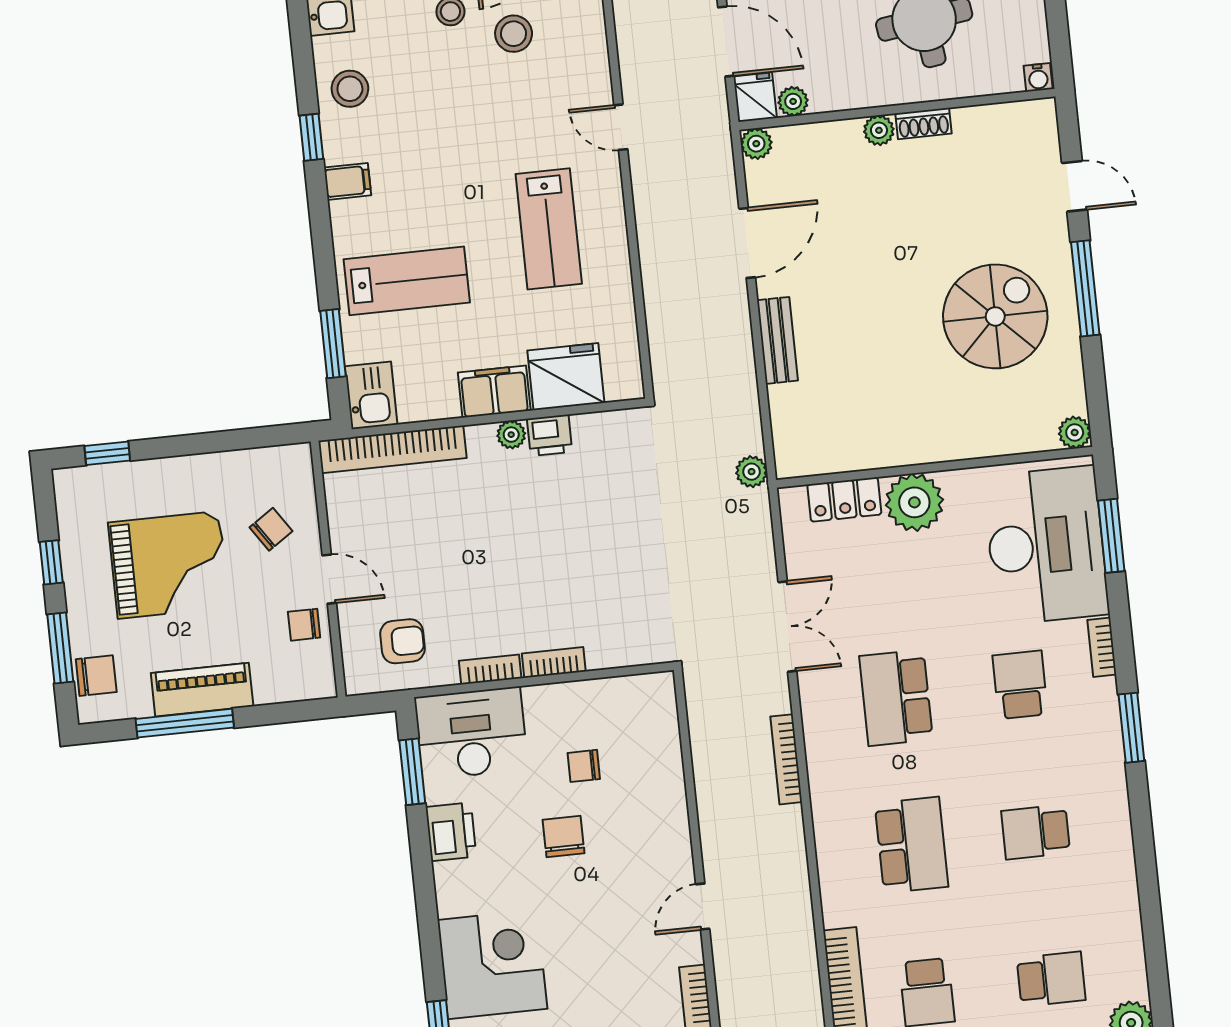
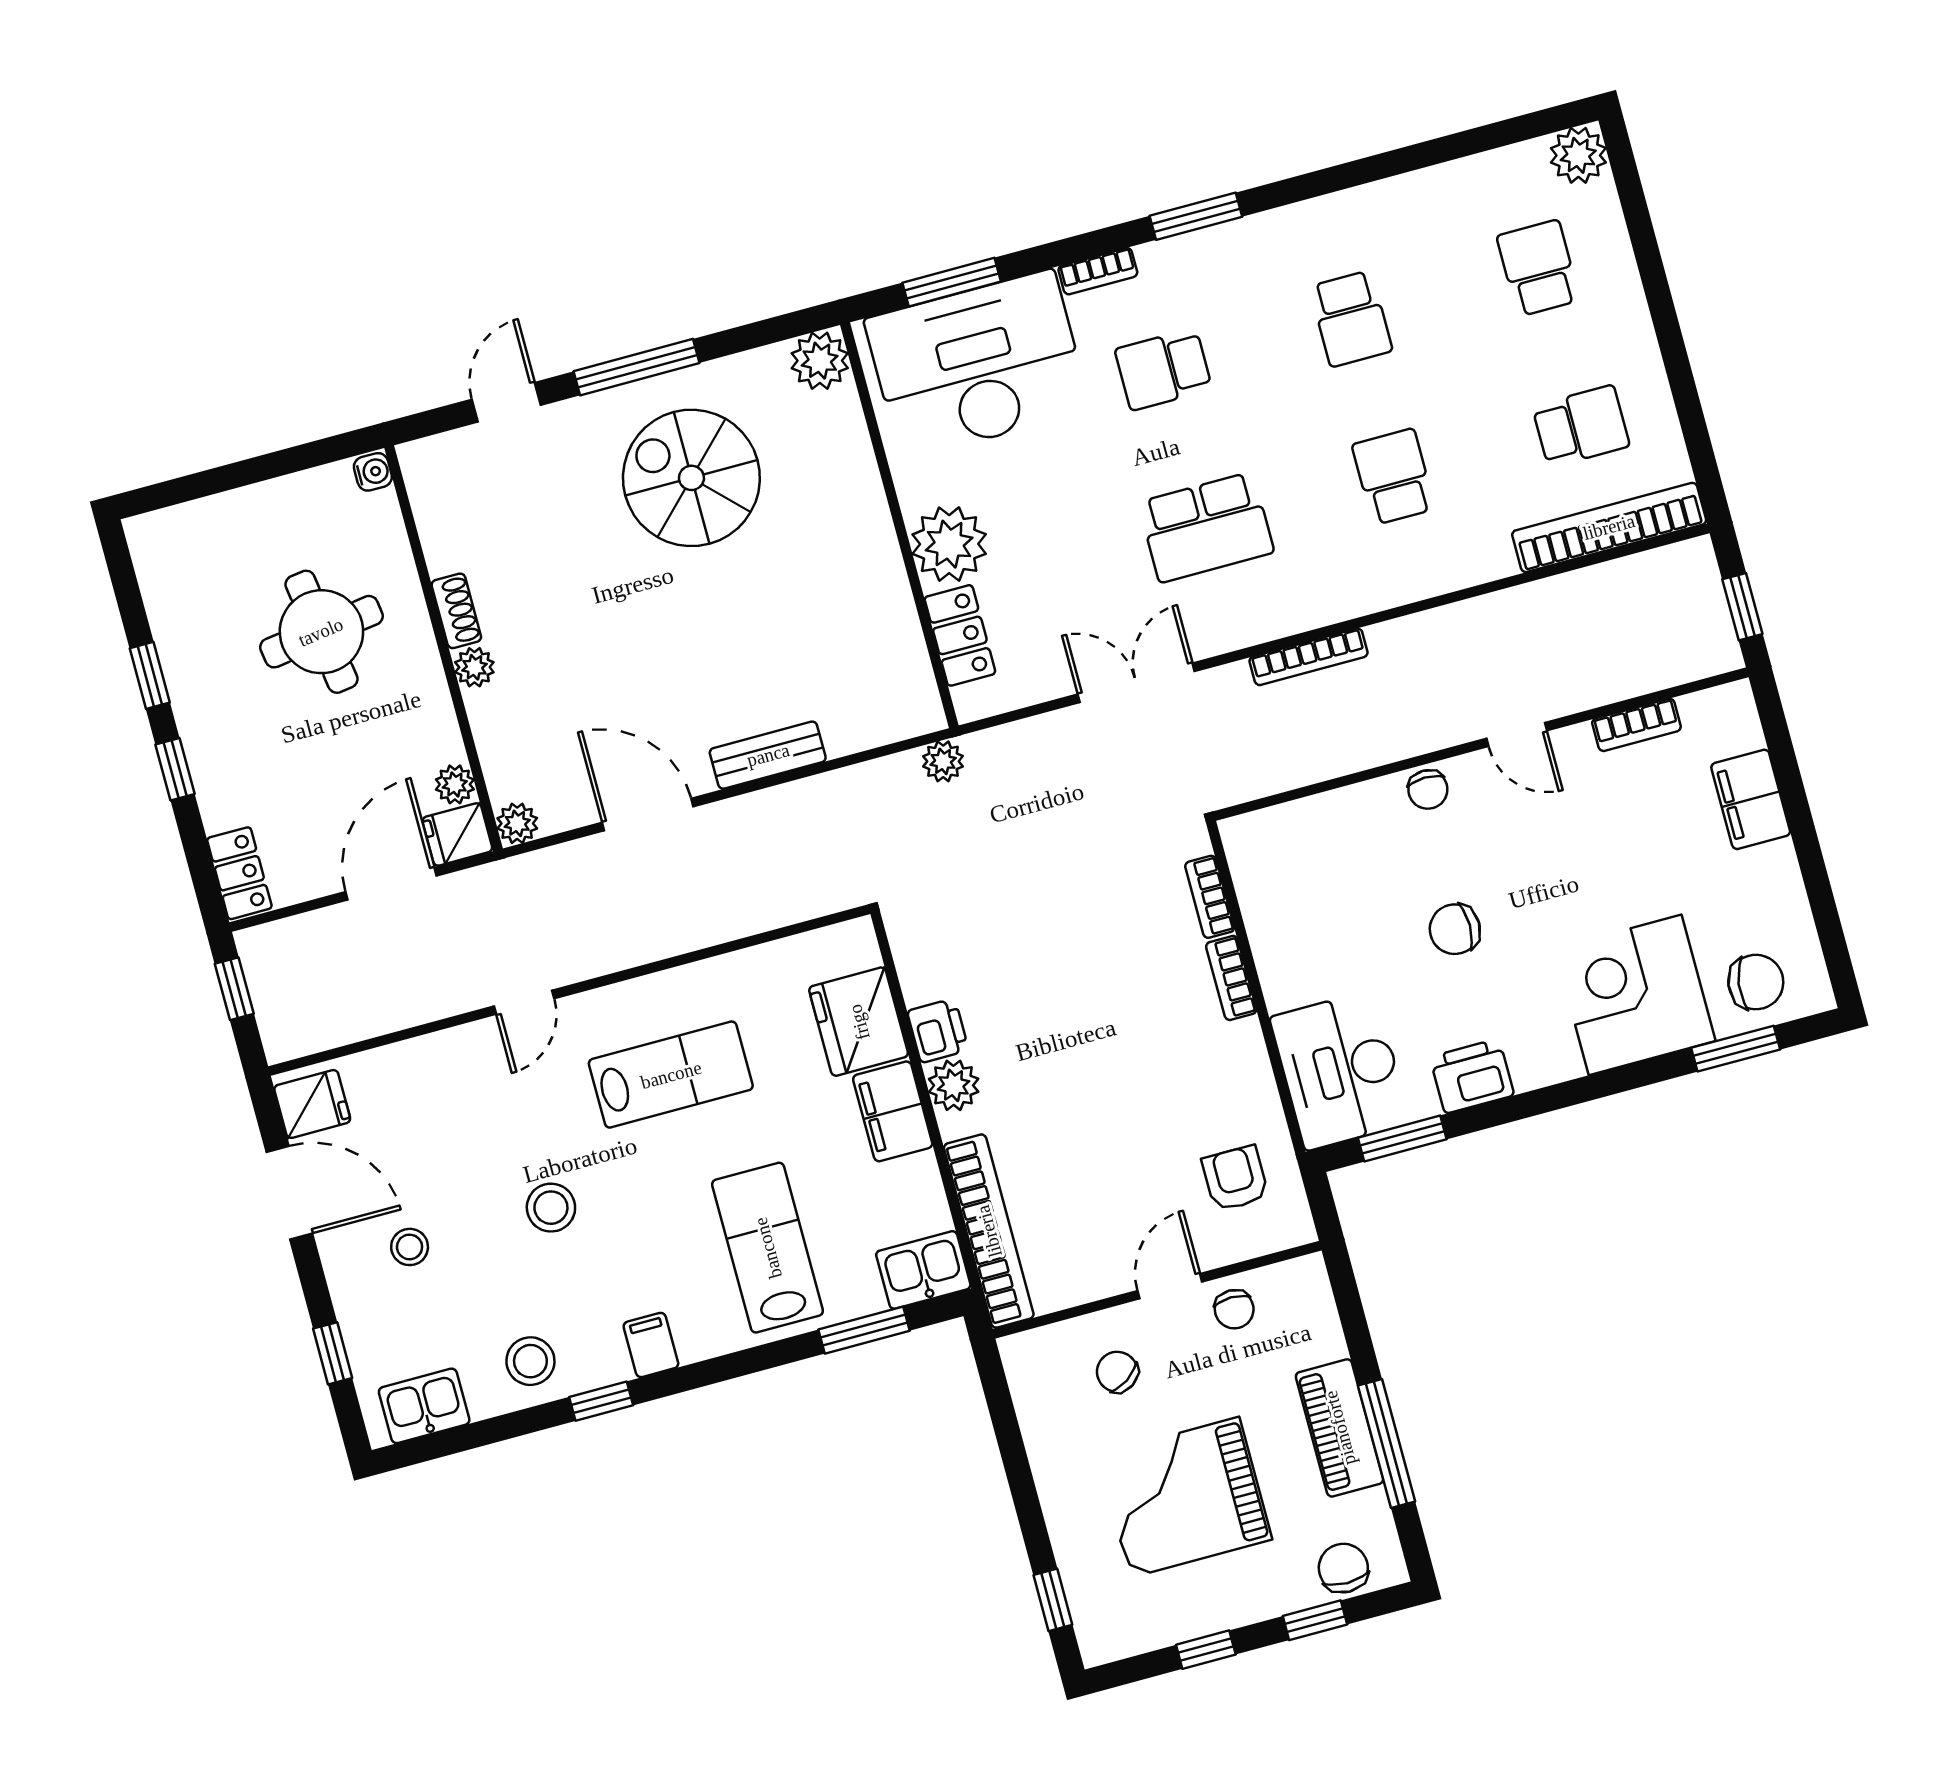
stool: (514, 34) -> (551, 1208), moved
plant: (1075, 432) -> (820, 361), width x1.38, depth x1.38
plant: (511, 435) -> (954, 1085), width x1.38, depth x1.38
grand piano: (169, 565) -> (1185, 1497), turned -90
window: (60, 648) -> (1315, 1620), width x0.67
bookcase: (490, 669) -> (1210, 897), moved
chair: (584, 766) -> (1428, 789), moved
school desk: (911, 845) -> (1394, 477), width x0.54

